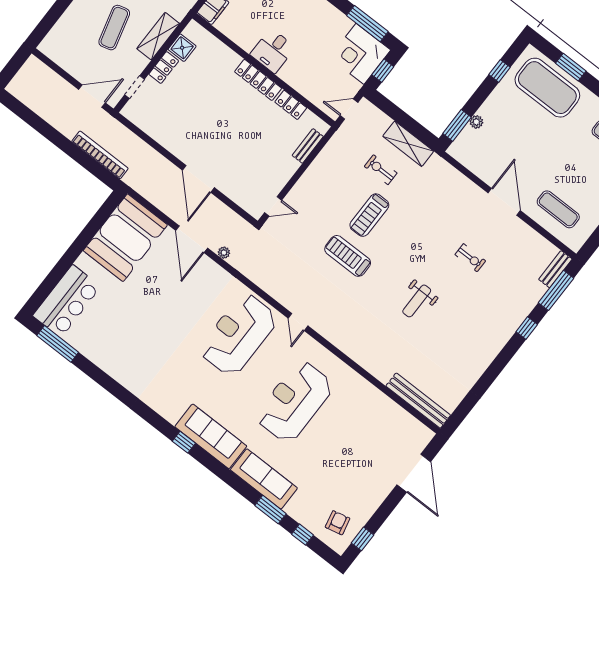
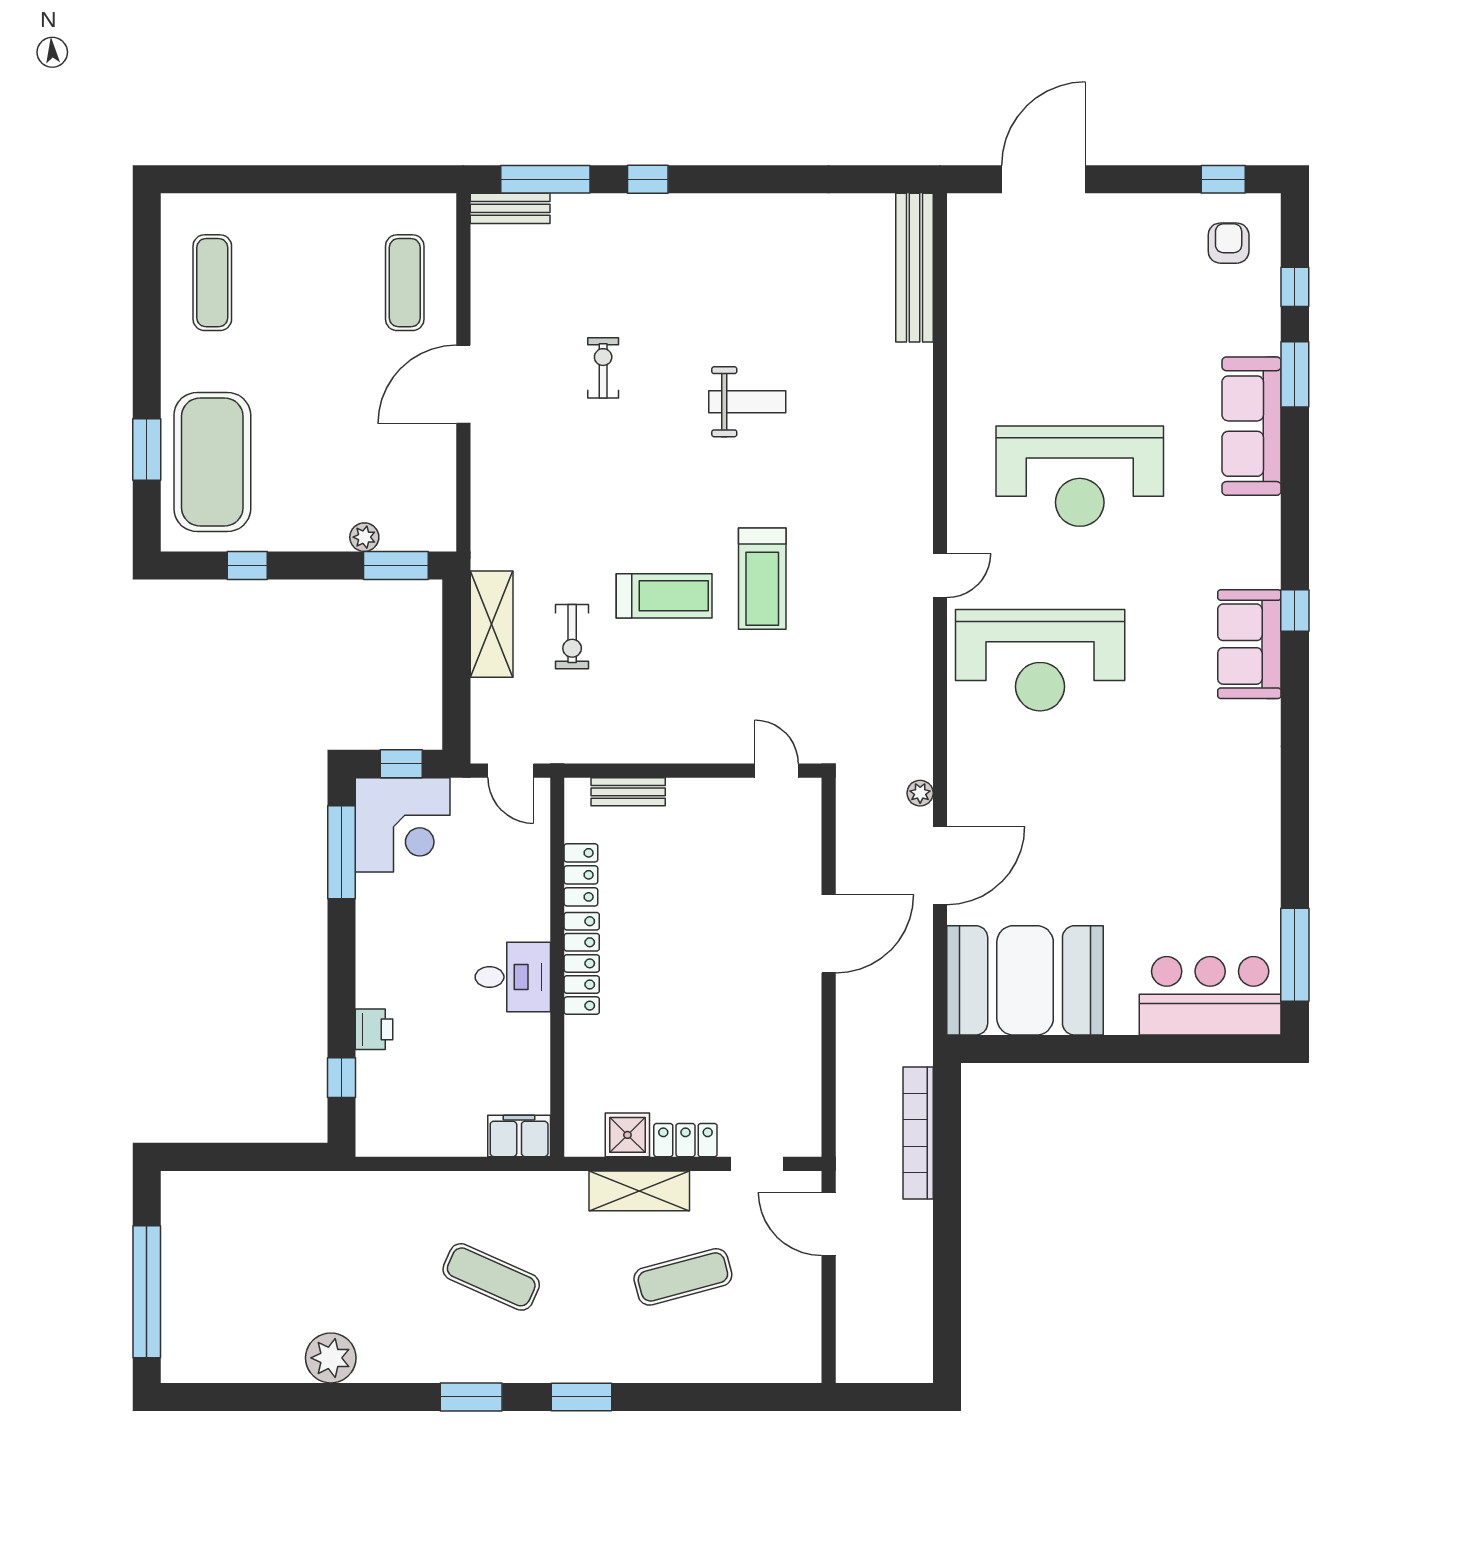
sofa: (211, 436) -> (1249, 644), moved, width x0.73
armchair: (338, 523) -> (1229, 243), turned 103

